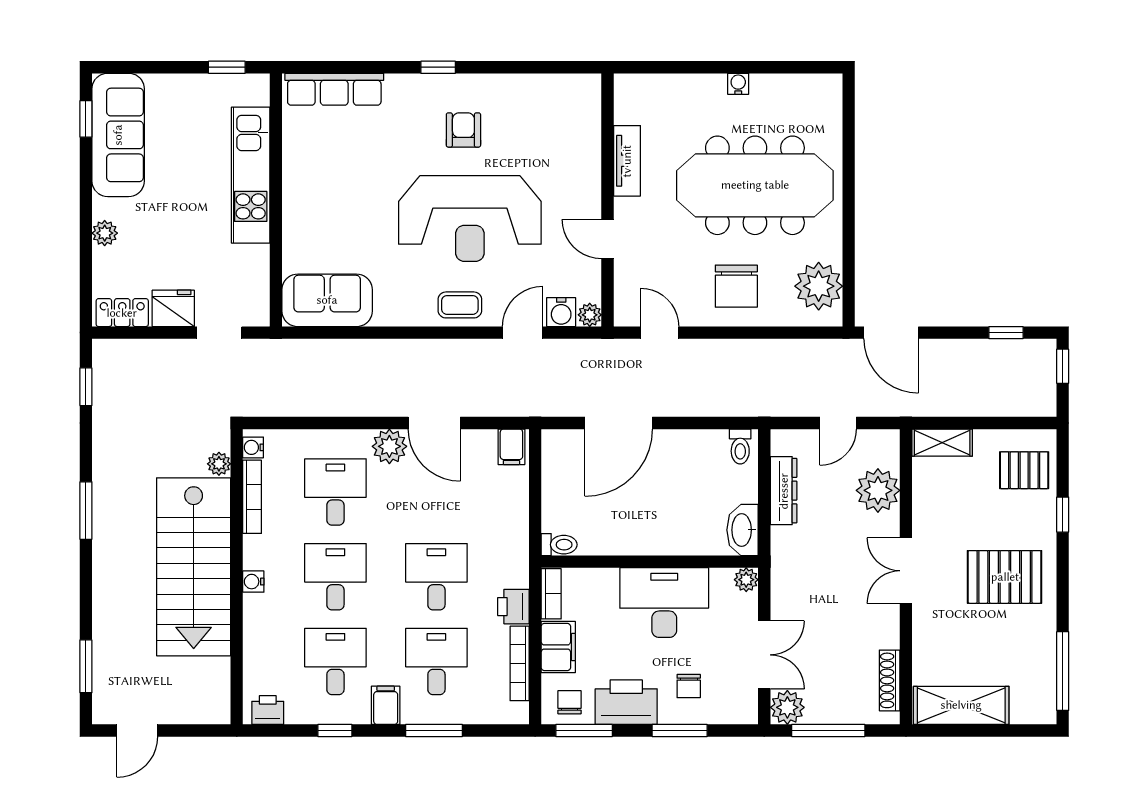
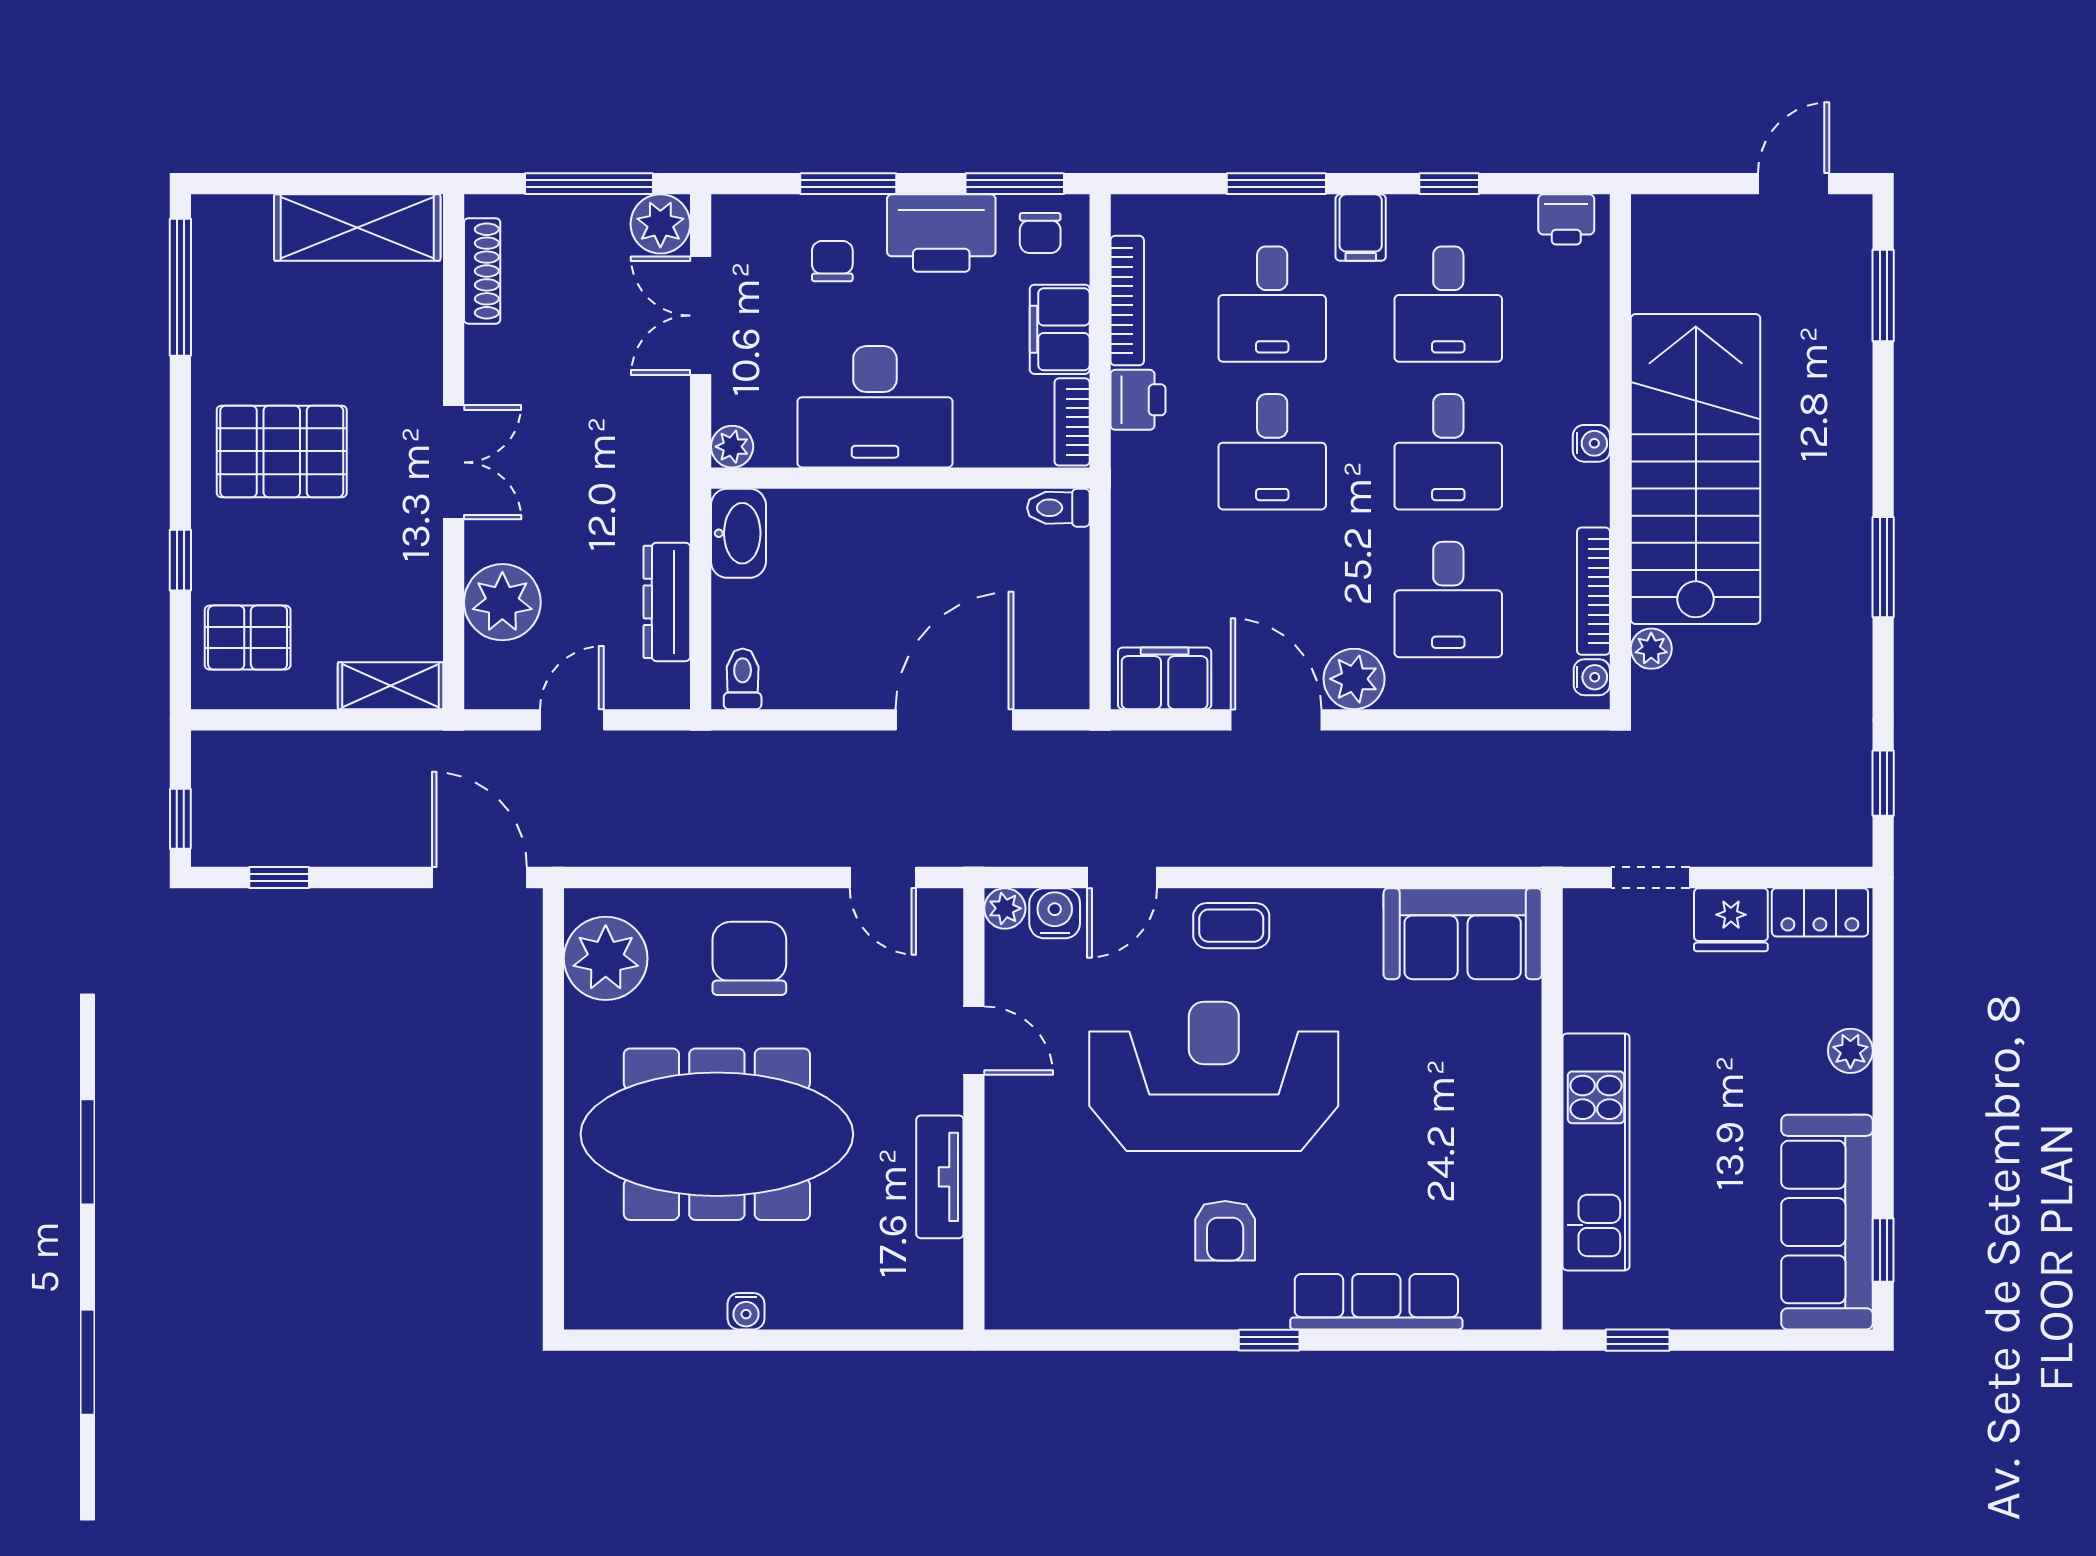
row of seats: (334, 89) -> (1376, 1302), moved
filing cabinet: (511, 447) -> (1165, 678), width x2.00

